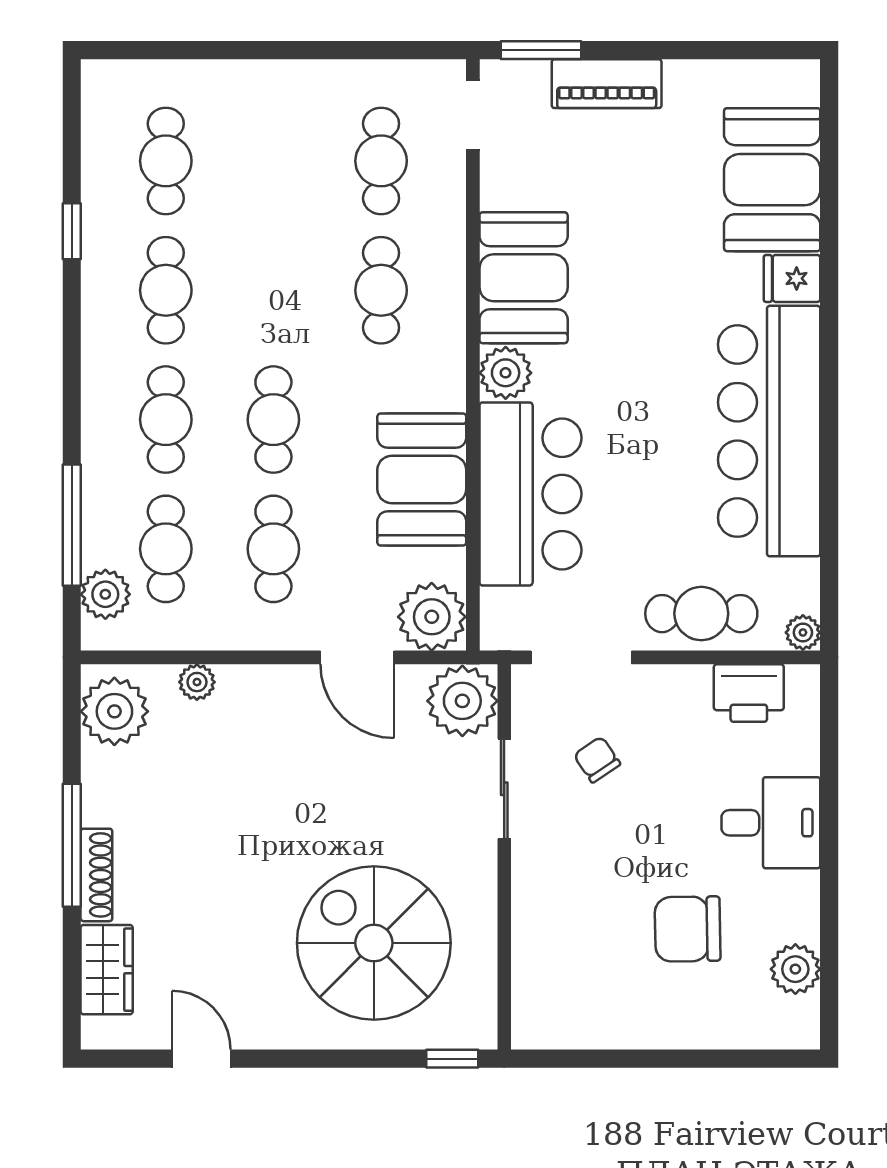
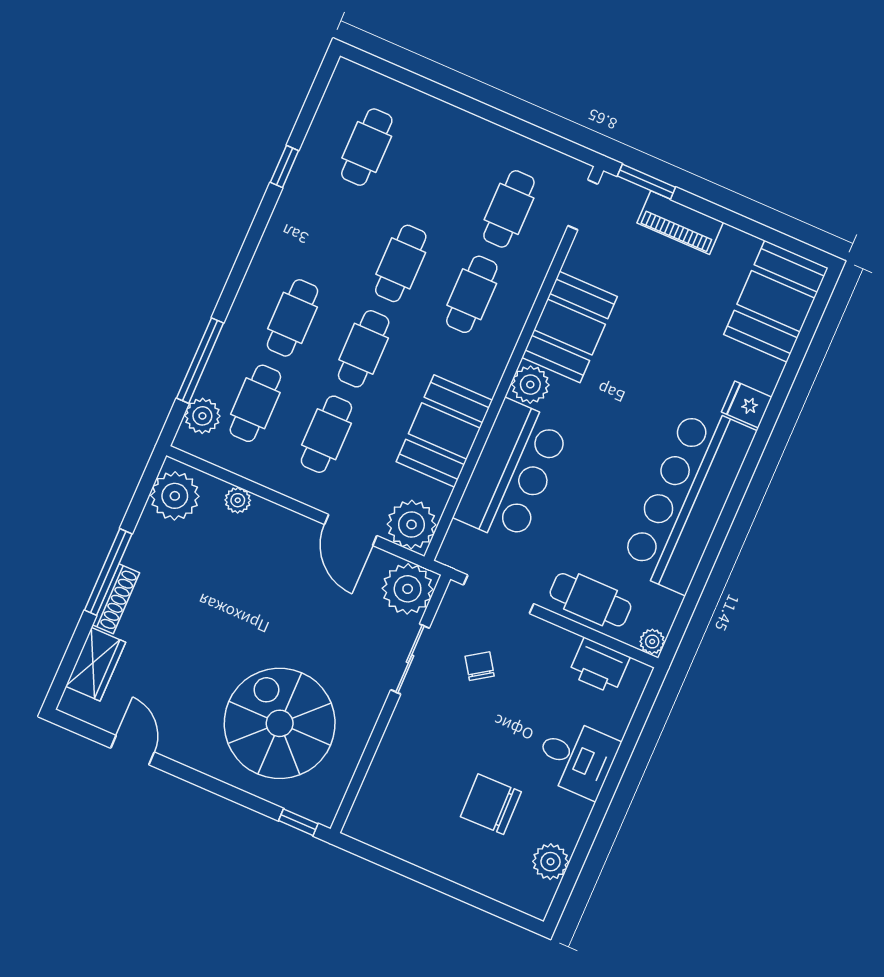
booth: (772, 180) -> (776, 301), moved
cafe table: (166, 290) -> (401, 263), moved

